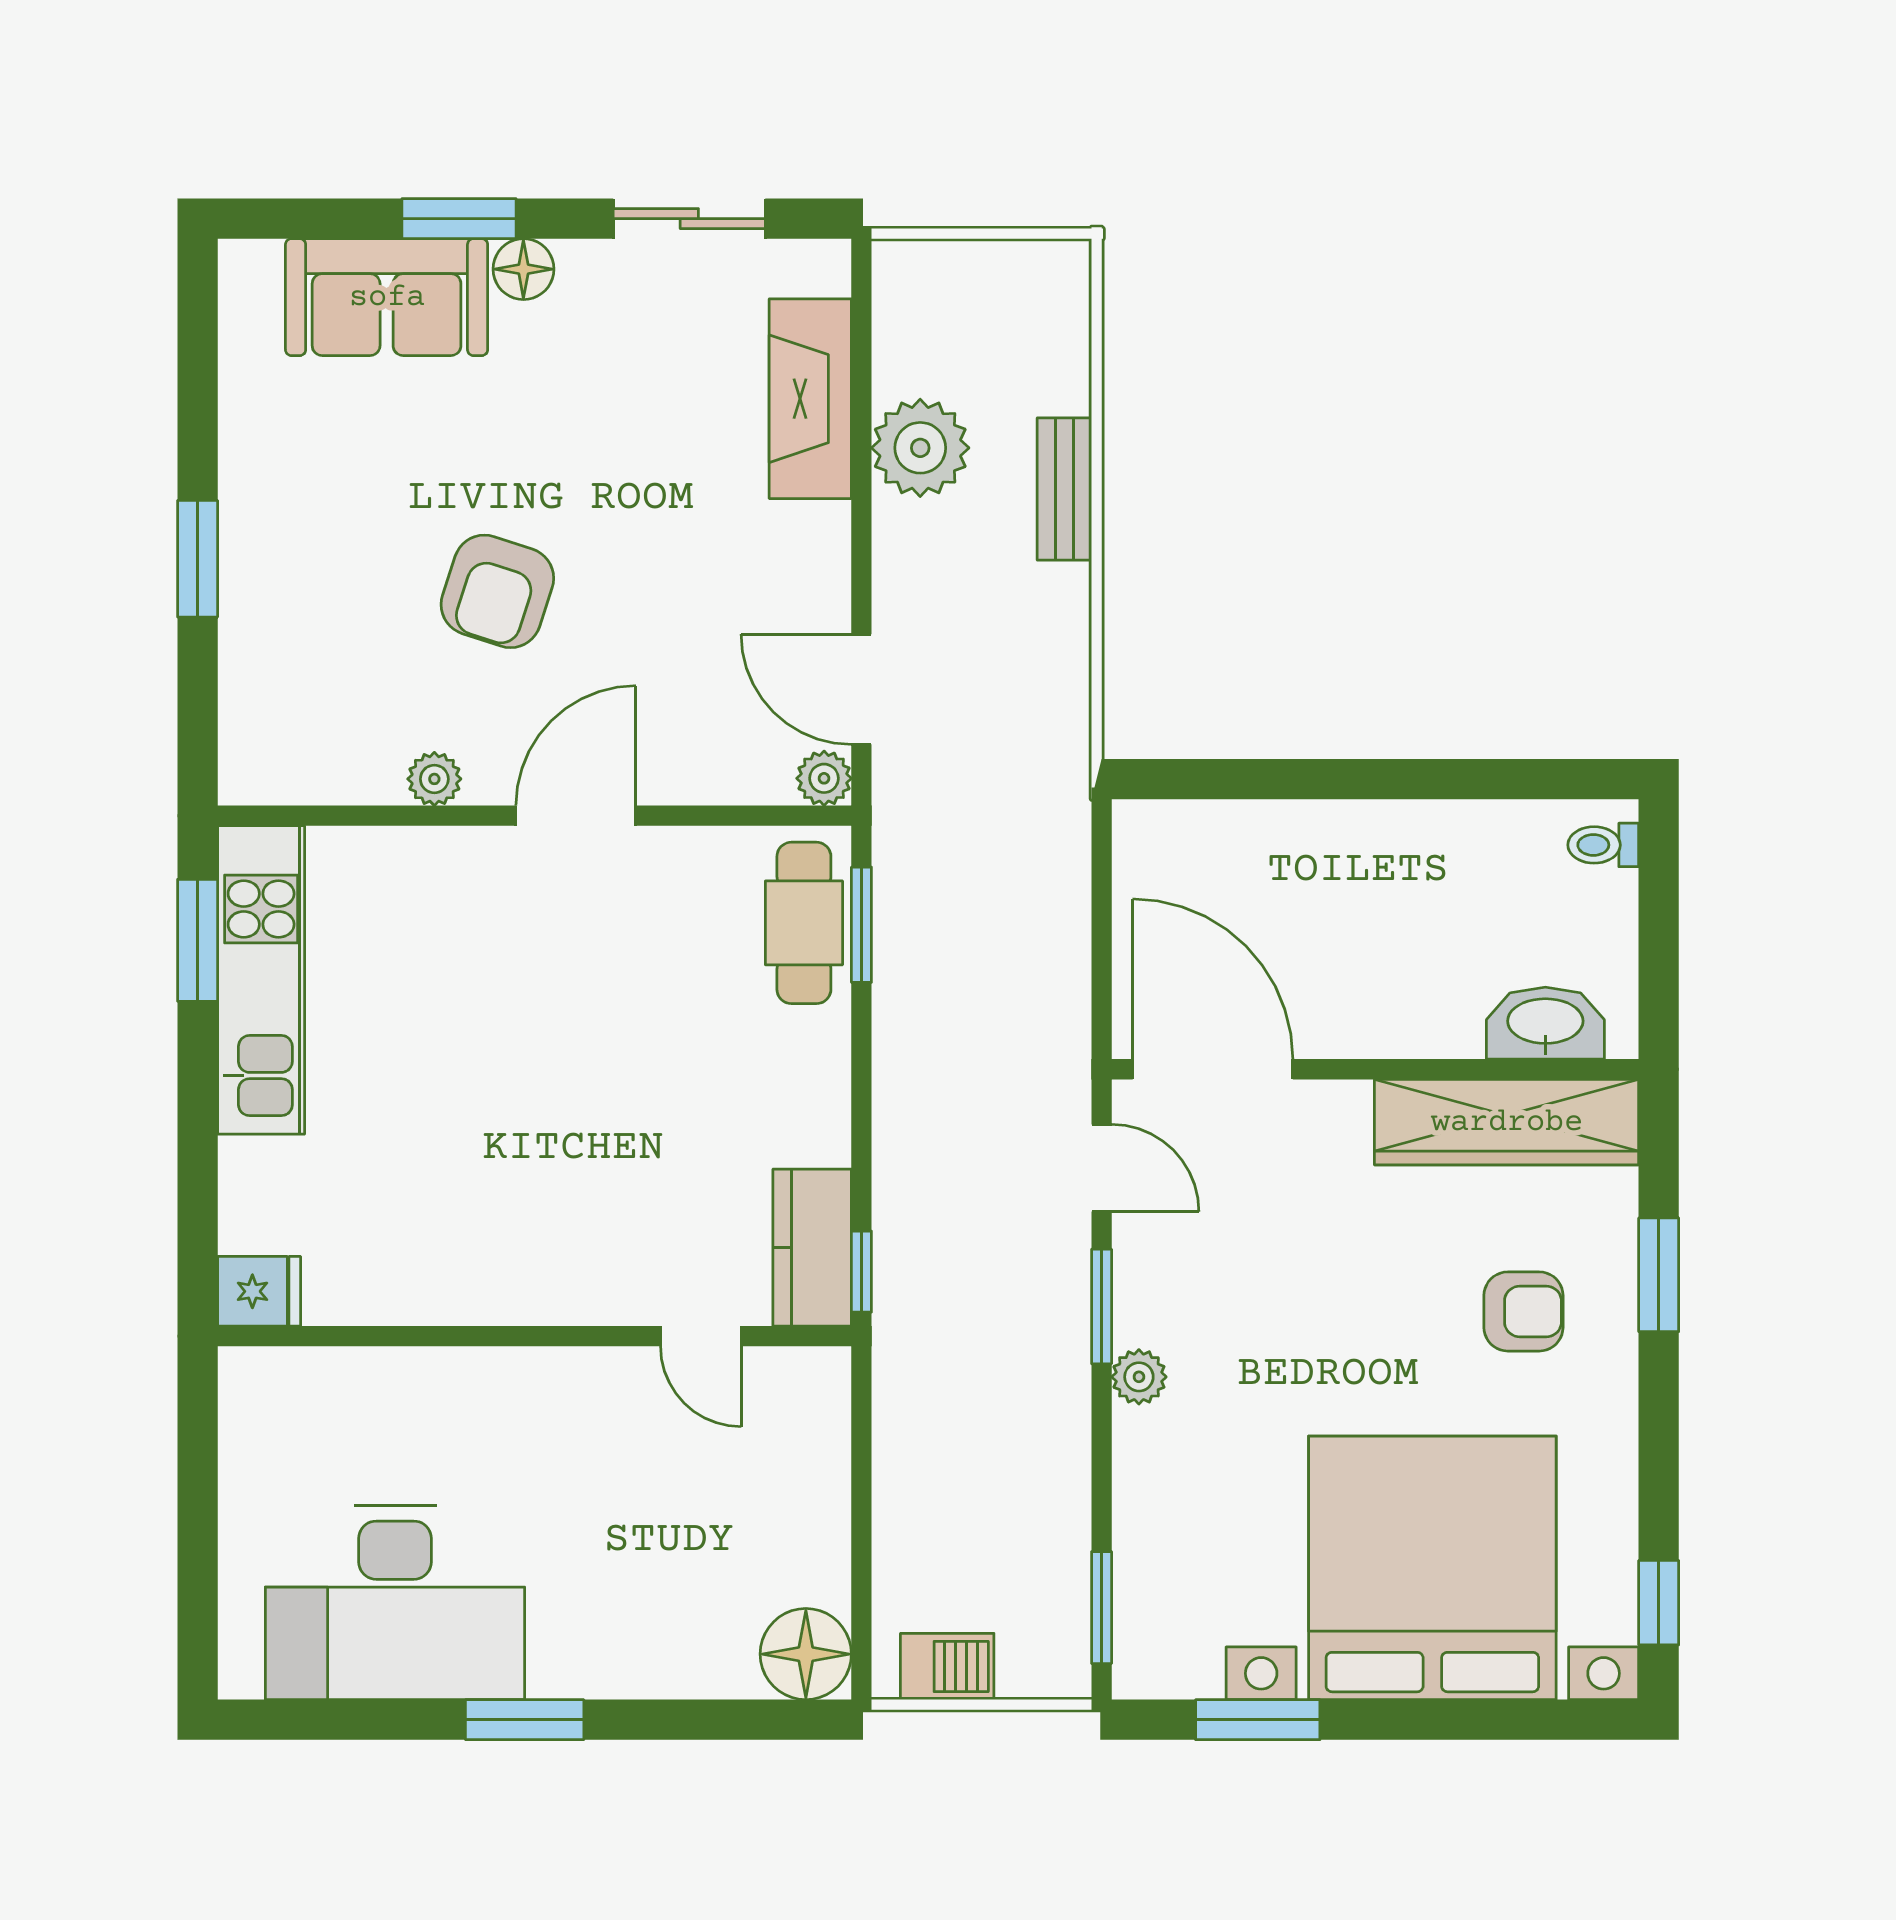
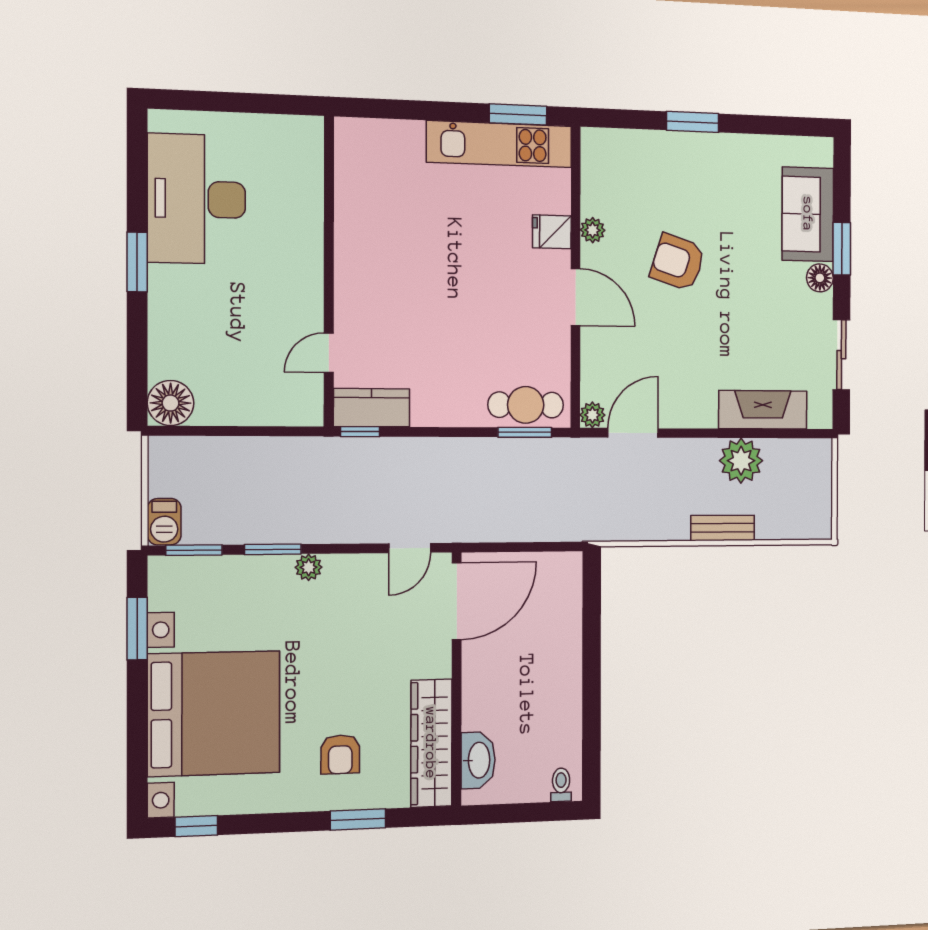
fridge: (259, 1291) -> (552, 232), moved, turned 90
window: (1102, 1307) -> (273, 549), moved
barbecue: (947, 1667) -> (164, 522), moved

